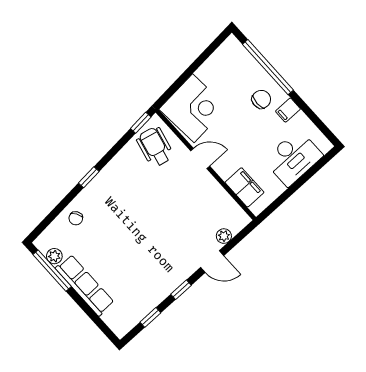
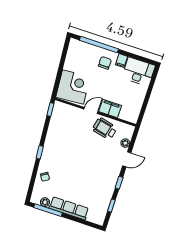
wheelchair: (155, 147) -> (105, 129), moved
desk: (293, 158) -> (138, 72), moved, turned -90
filing cabinet: (244, 187) -> (110, 109), moved

